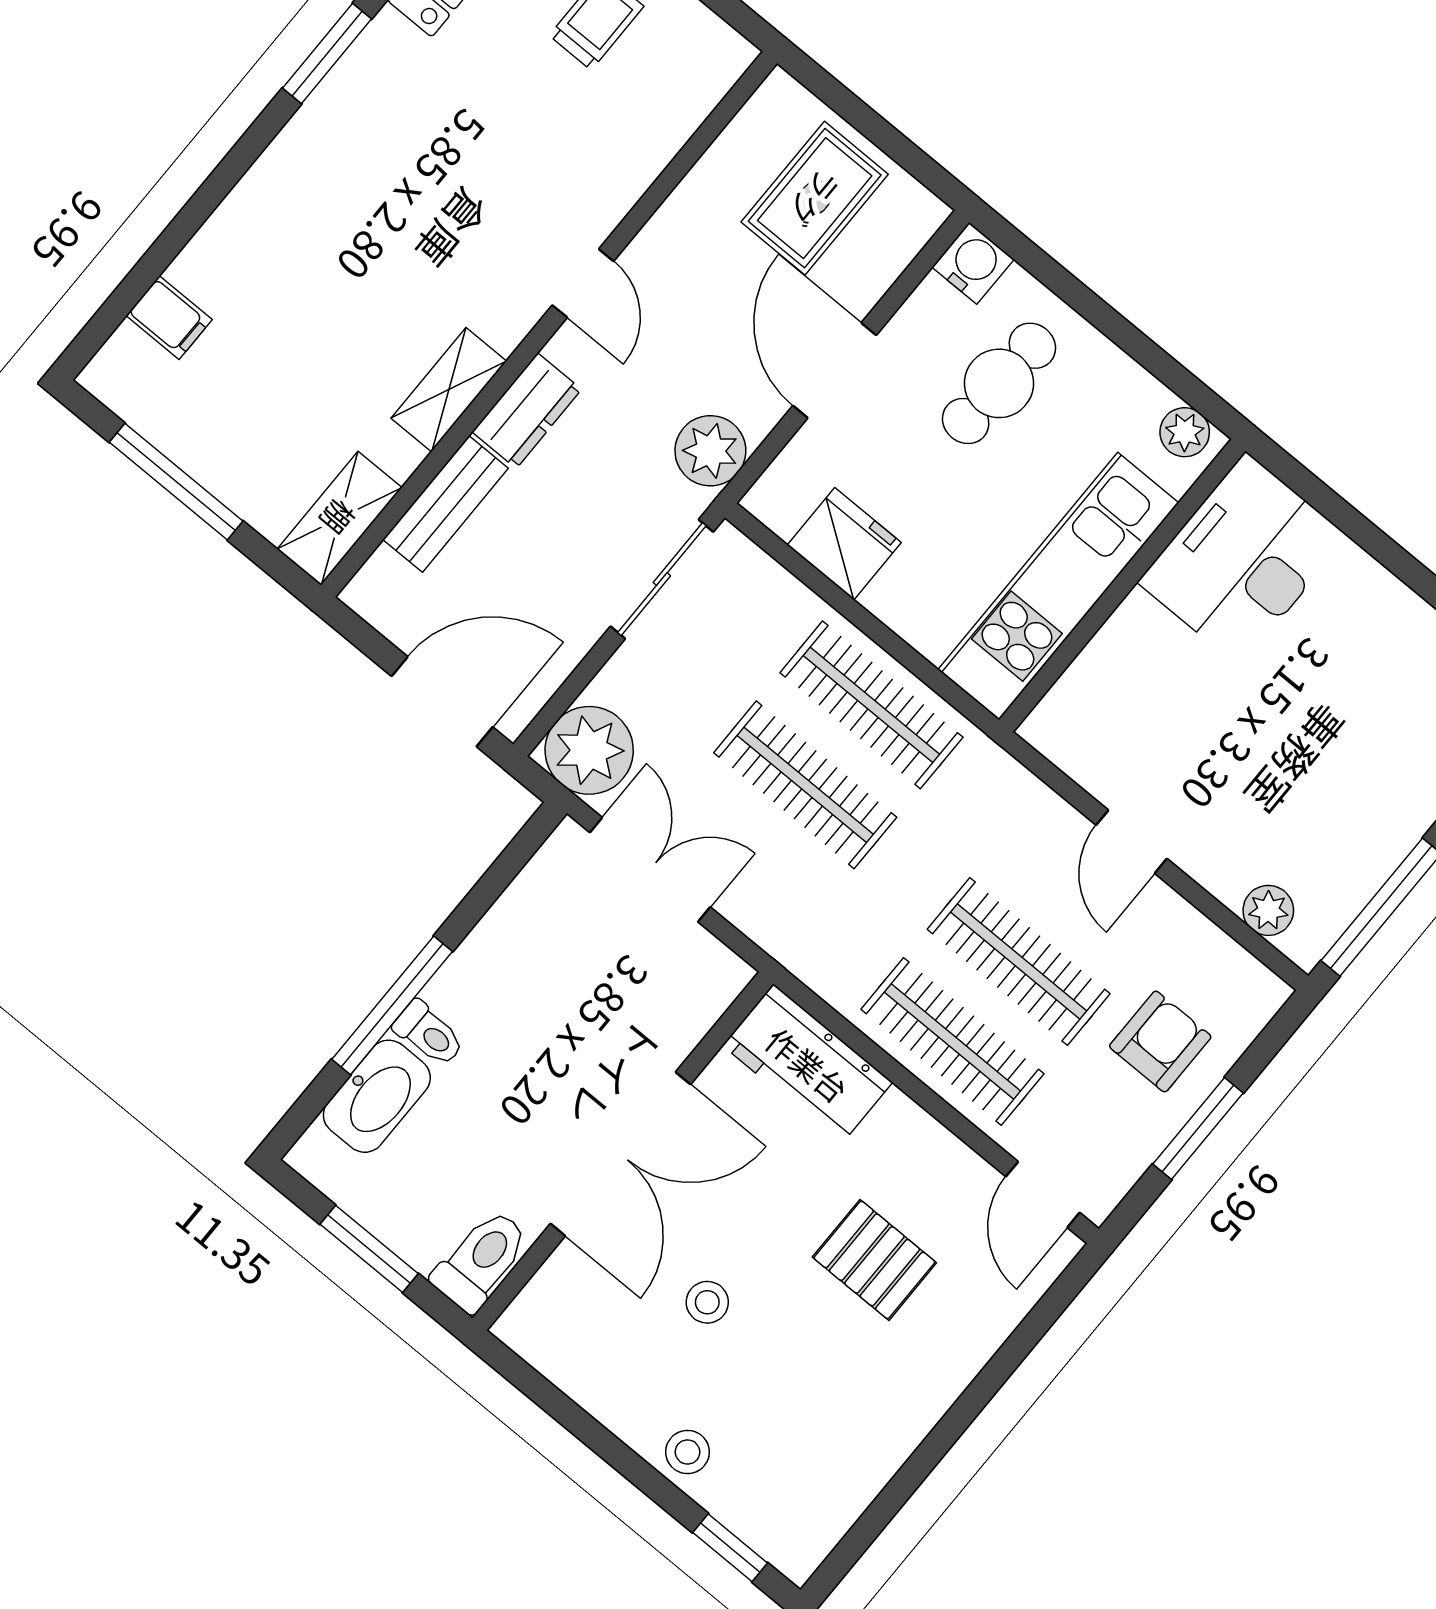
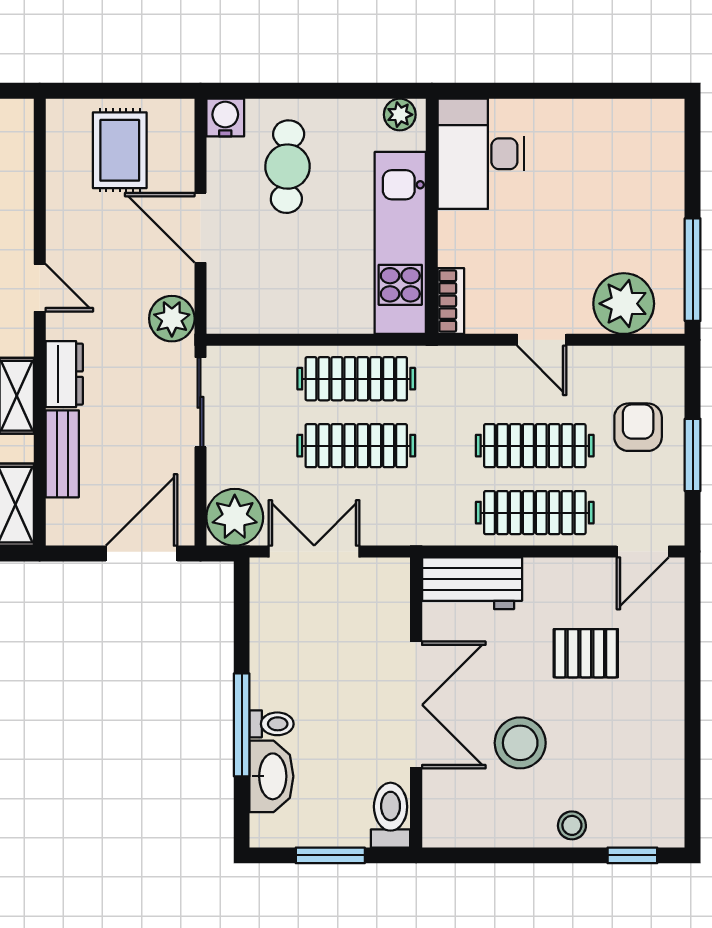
fridge: (844, 544) -> (277, 310), removed
bookcase: (1061, 706) -> (451, 301), added
plant: (1268, 910) -> (624, 304), width x1.88, depth x1.88
door: (1043, 1195) -> (643, 552), hinge flipped
stool: (707, 1302) -> (520, 743), width x1.89, depth x1.89

